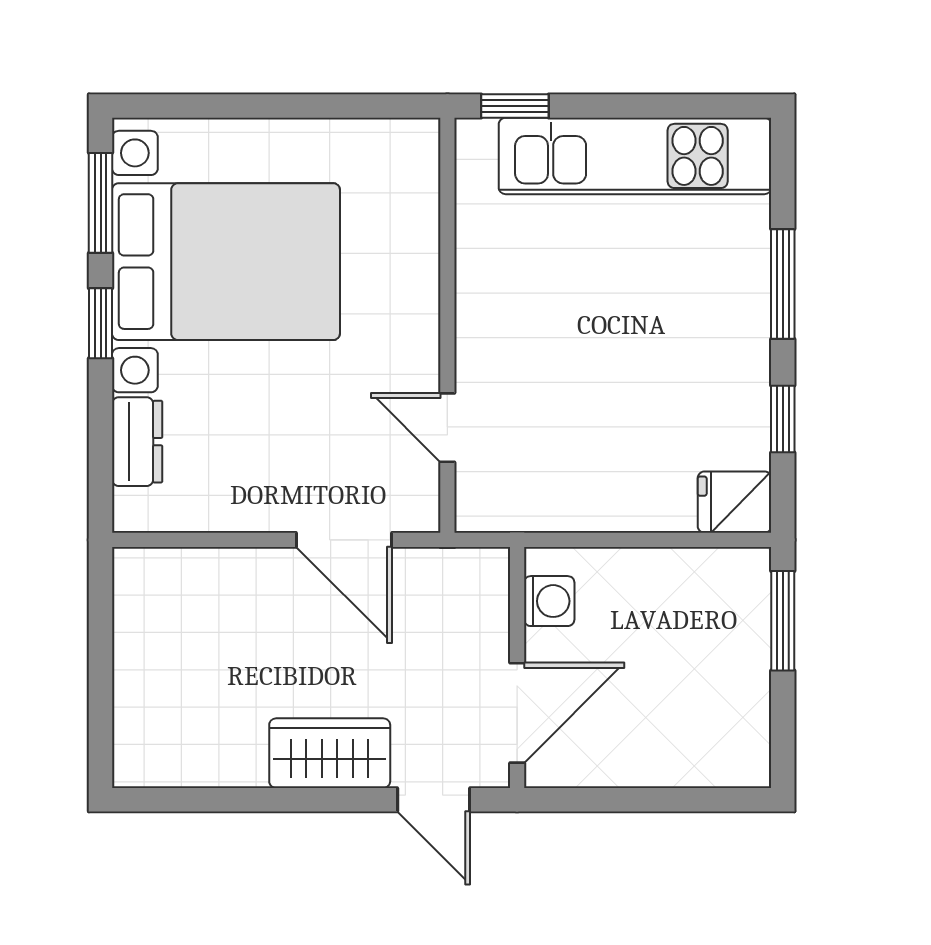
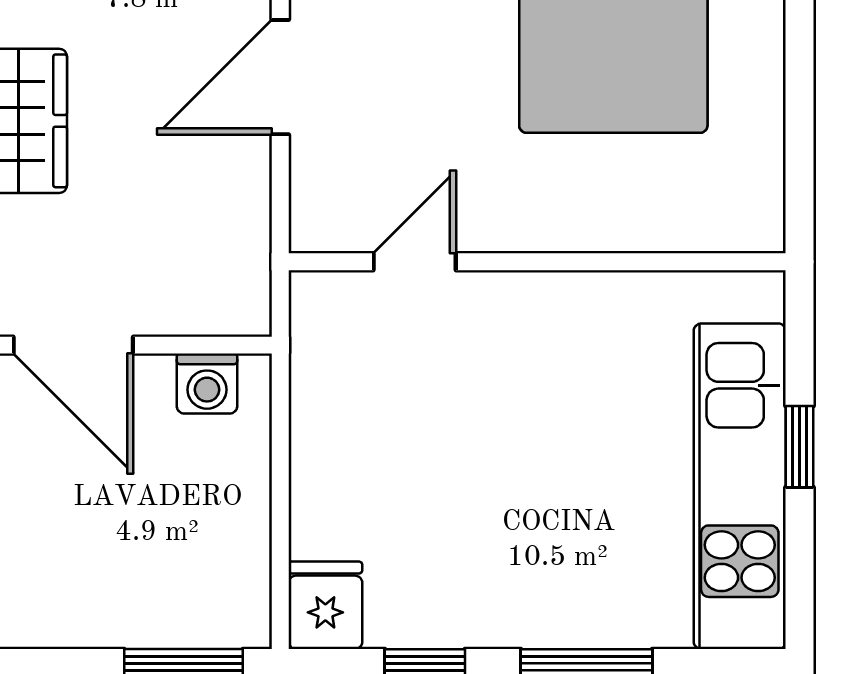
window: (515, 106) -> (800, 447), moved
door: (344, 540) -> (280, 77), moved

